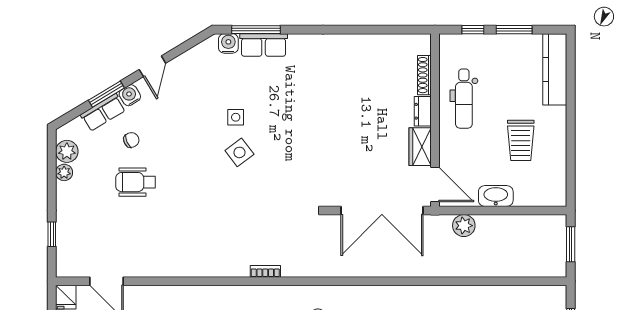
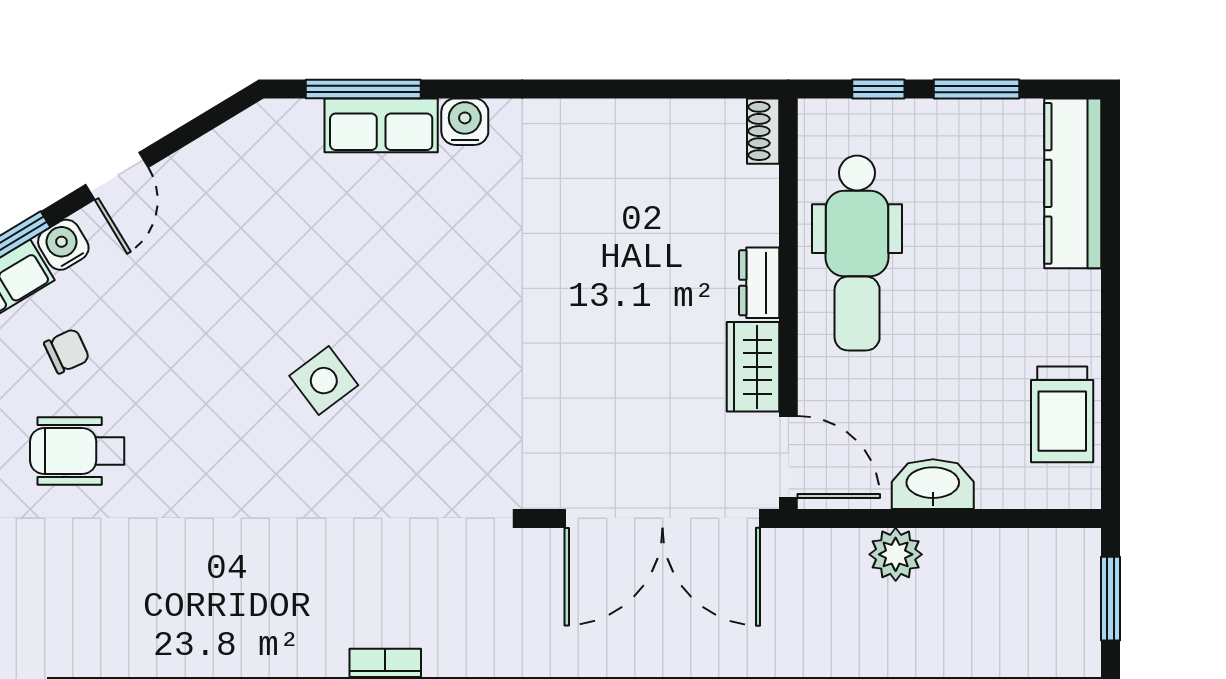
water cooler: (228, 43) -> (465, 122), moved
shoe rack: (424, 75) -> (763, 131), moved, width x0.70
dental chair: (464, 99) -> (857, 253), width x1.36, depth x1.38
side table: (236, 117) -> (315, 297), removed
trolley: (521, 140) -> (1062, 414), moved
plant: (464, 226) -> (896, 554), moved

